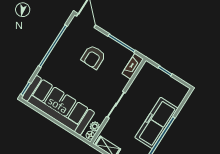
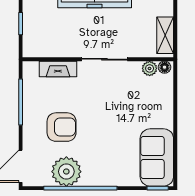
plant: (67, 44) -> (66, 172), added
fireplace: (133, 66) -> (58, 69), moved
sofa: (58, 105) -> (157, 157), width x0.54, depth x0.79

